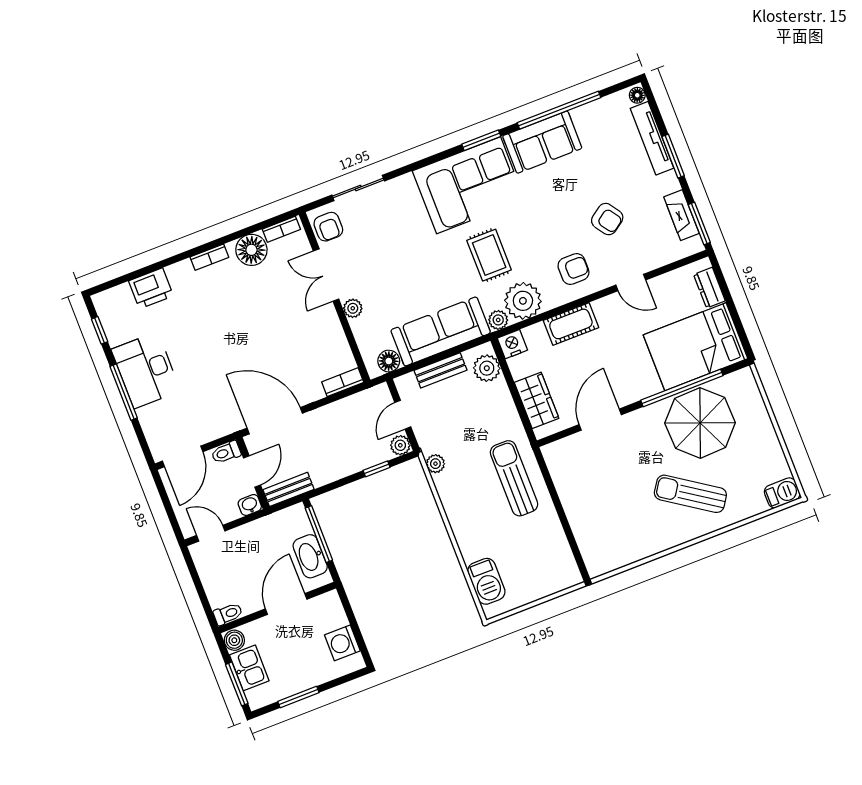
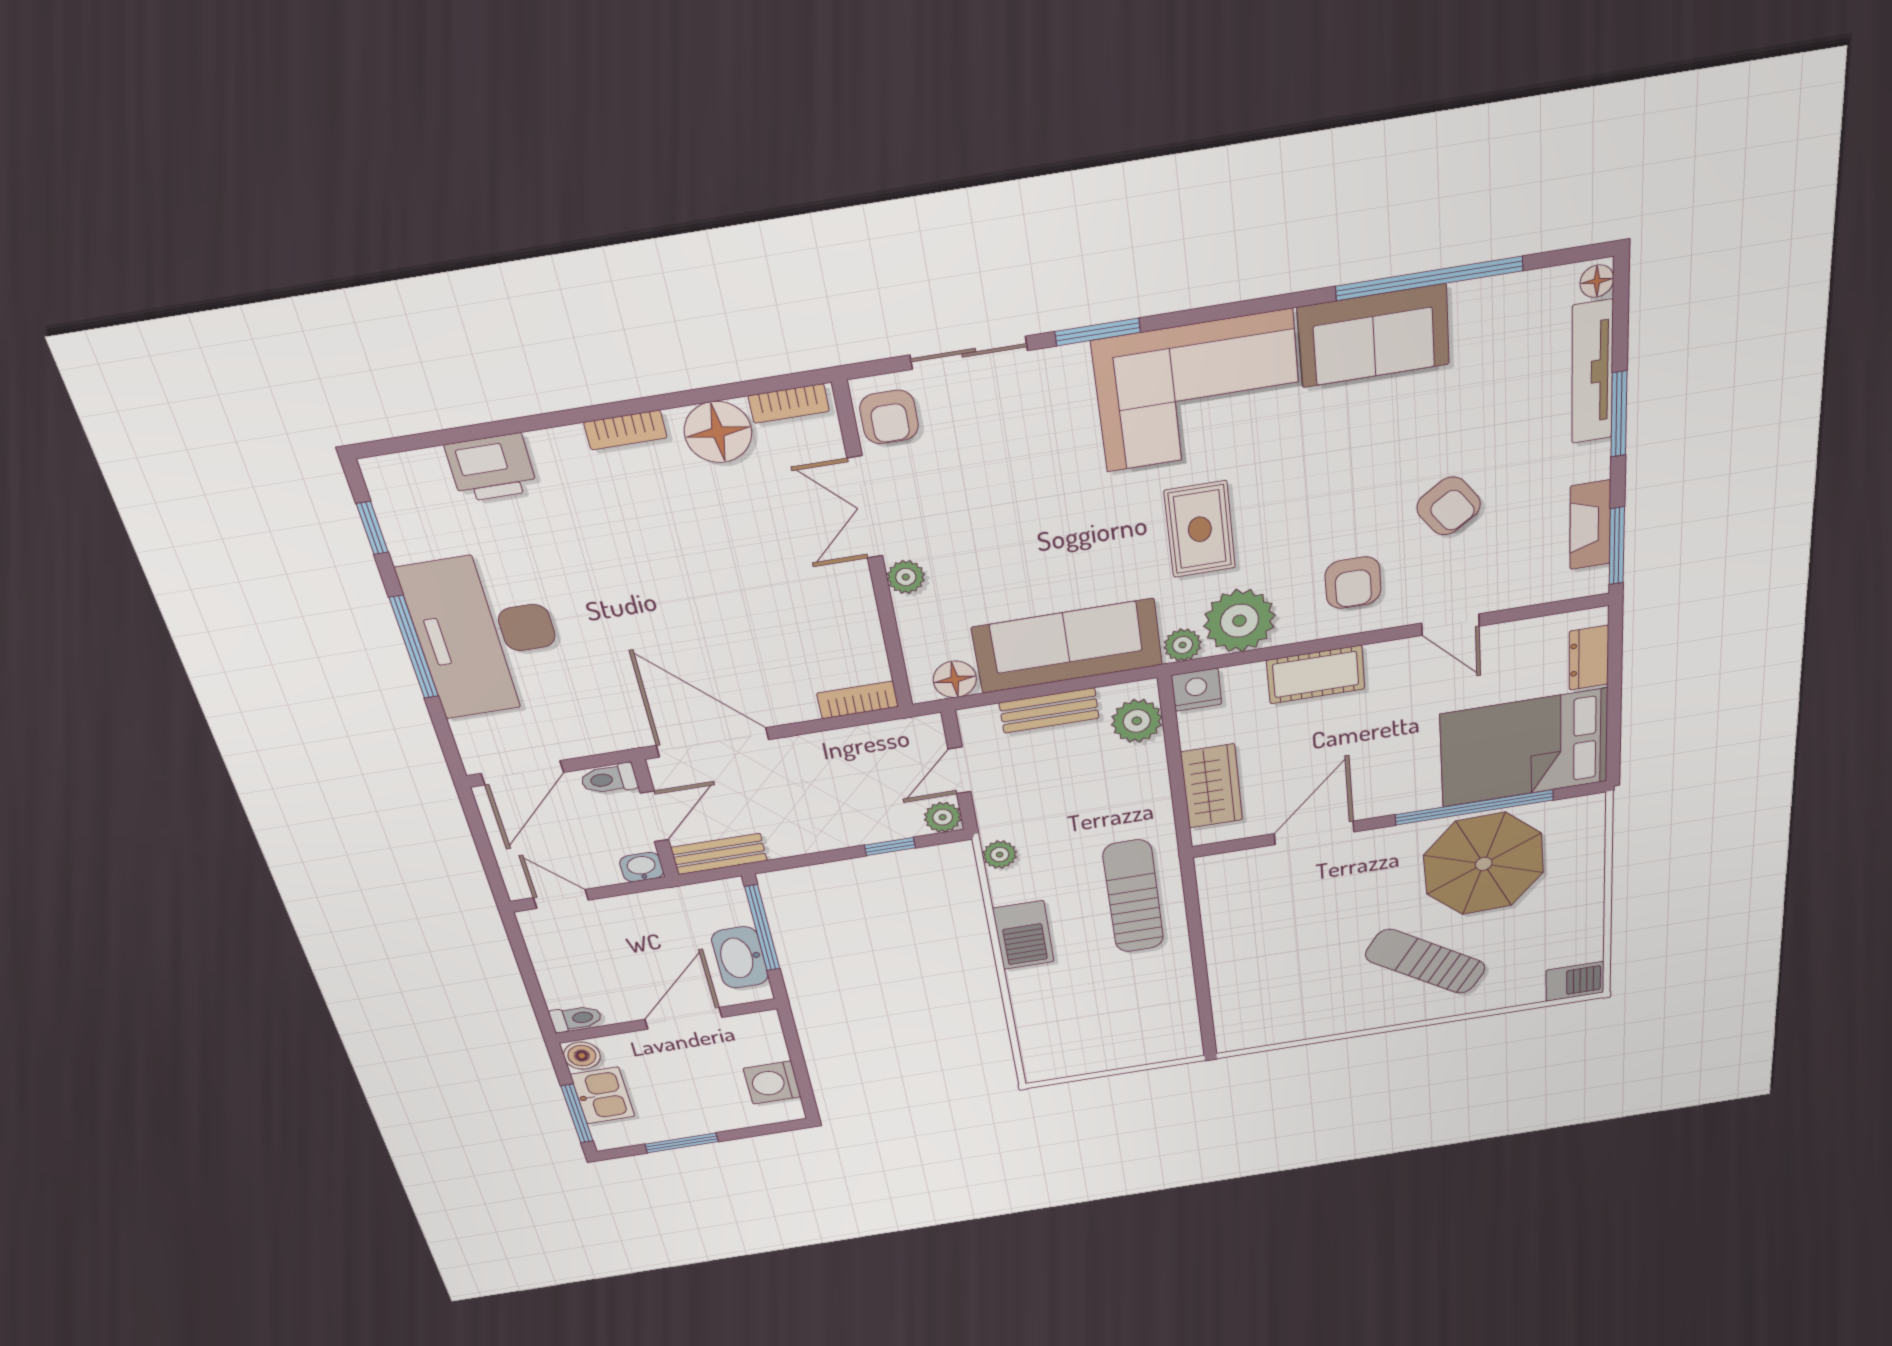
window: (481, 140) -> (1098, 332), moved
armchair: (573, 269) -> (1353, 583), turned 90
desk: (146, 370) -> (486, 634), width x1.36, depth x1.30
barbecue: (486, 581) -> (1023, 935), moved

